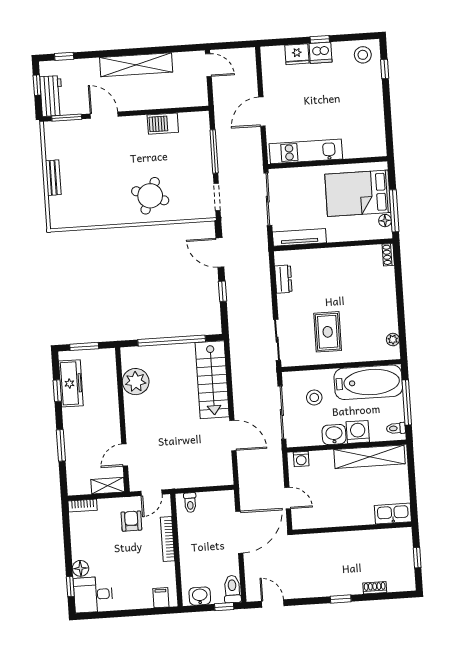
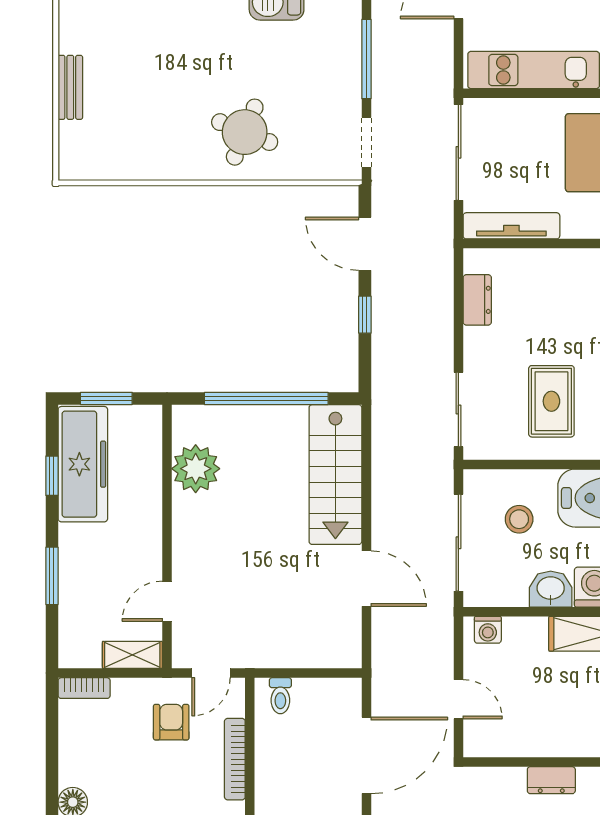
freezer: (71, 383) -> (83, 464), width x1.36, depth x1.26
dresser: (341, 539) -> (551, 780), added

